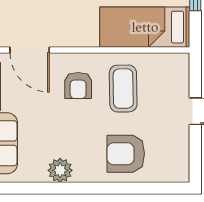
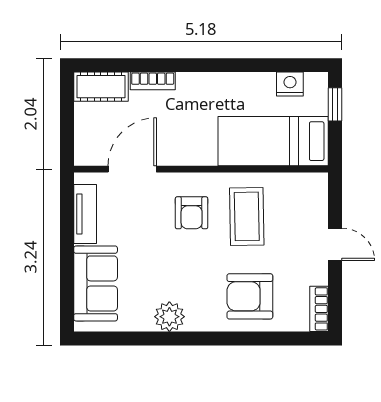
door: (30, 50) -> (132, 169), swing flipped
bookcase: (182, 164) -> (319, 309), added

